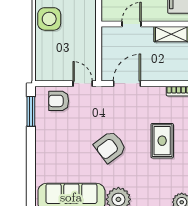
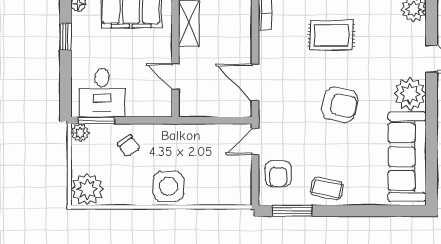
coffee table: (48, 137) -> (327, 188), added
armchair: (110, 147) -> (340, 105), turned -41

